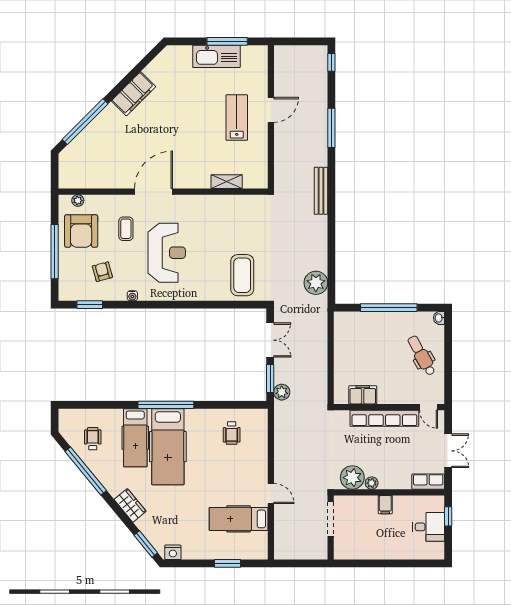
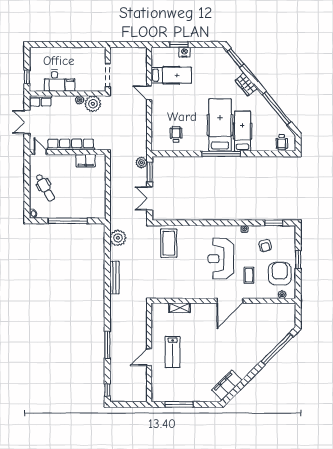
kitchen sink: (216, 56) -> (186, 394), removed
filing cabinet: (133, 94) -> (227, 385), moved
bench: (321, 191) -> (114, 278), moved
window: (55, 252) -> (298, 259), width x0.47
wheelchair: (93, 439) -> (282, 142), moved
desk: (429, 527) -> (54, 81), moved, turned -90
nightstand: (173, 552) -> (184, 52), moved

